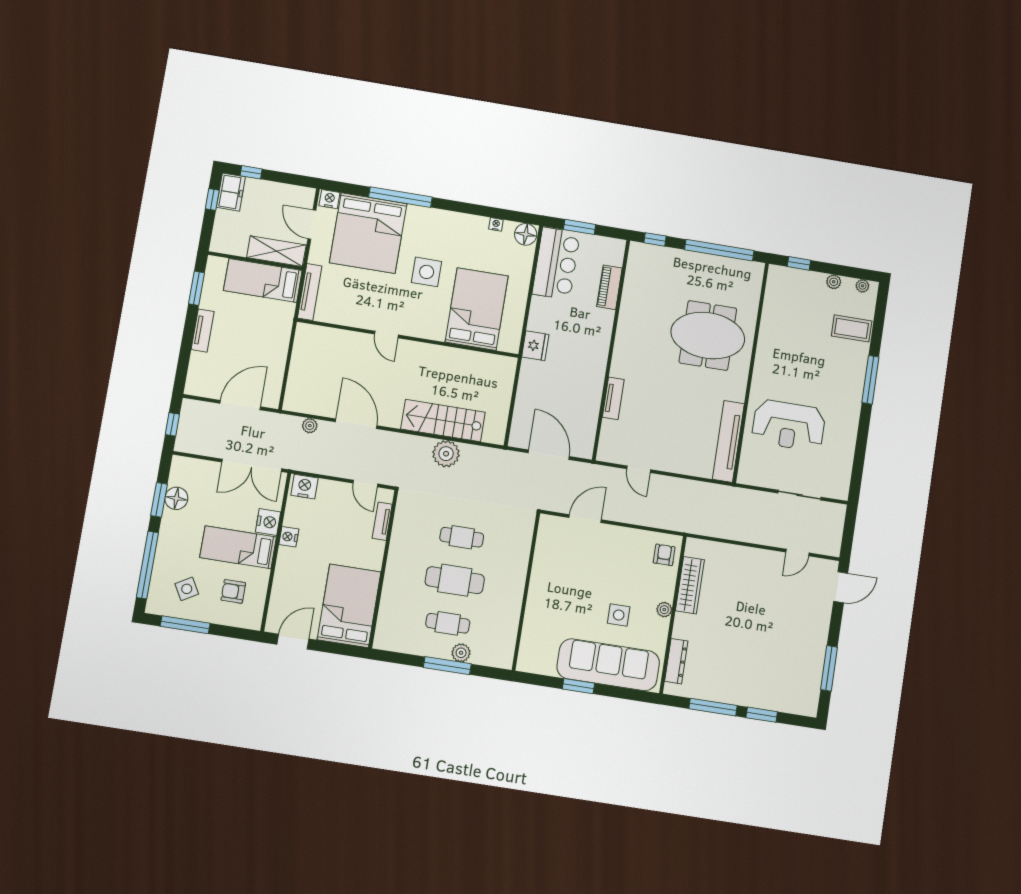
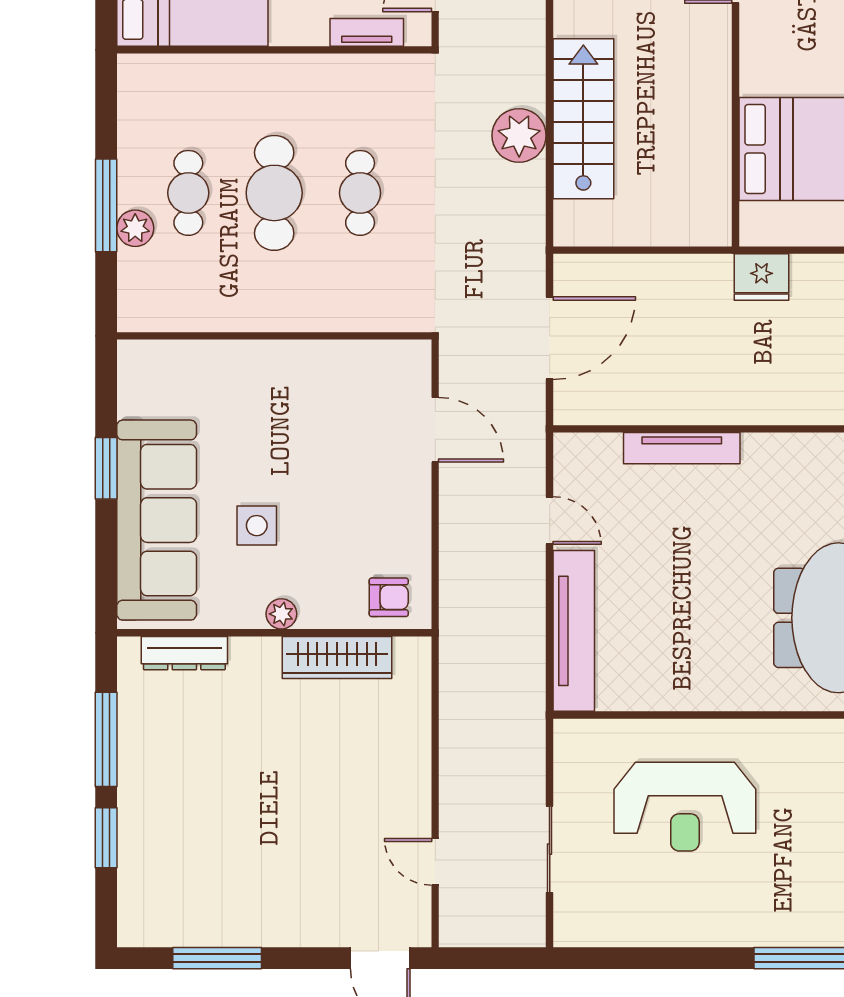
tv unit: (613, 398) -> (682, 448), width x1.41
reception desk: (789, 425) -> (685, 807), turned -90
tv unit: (728, 441) -> (574, 631), moved, turned 90
door: (639, 469) -> (550, 521), swing flipped

